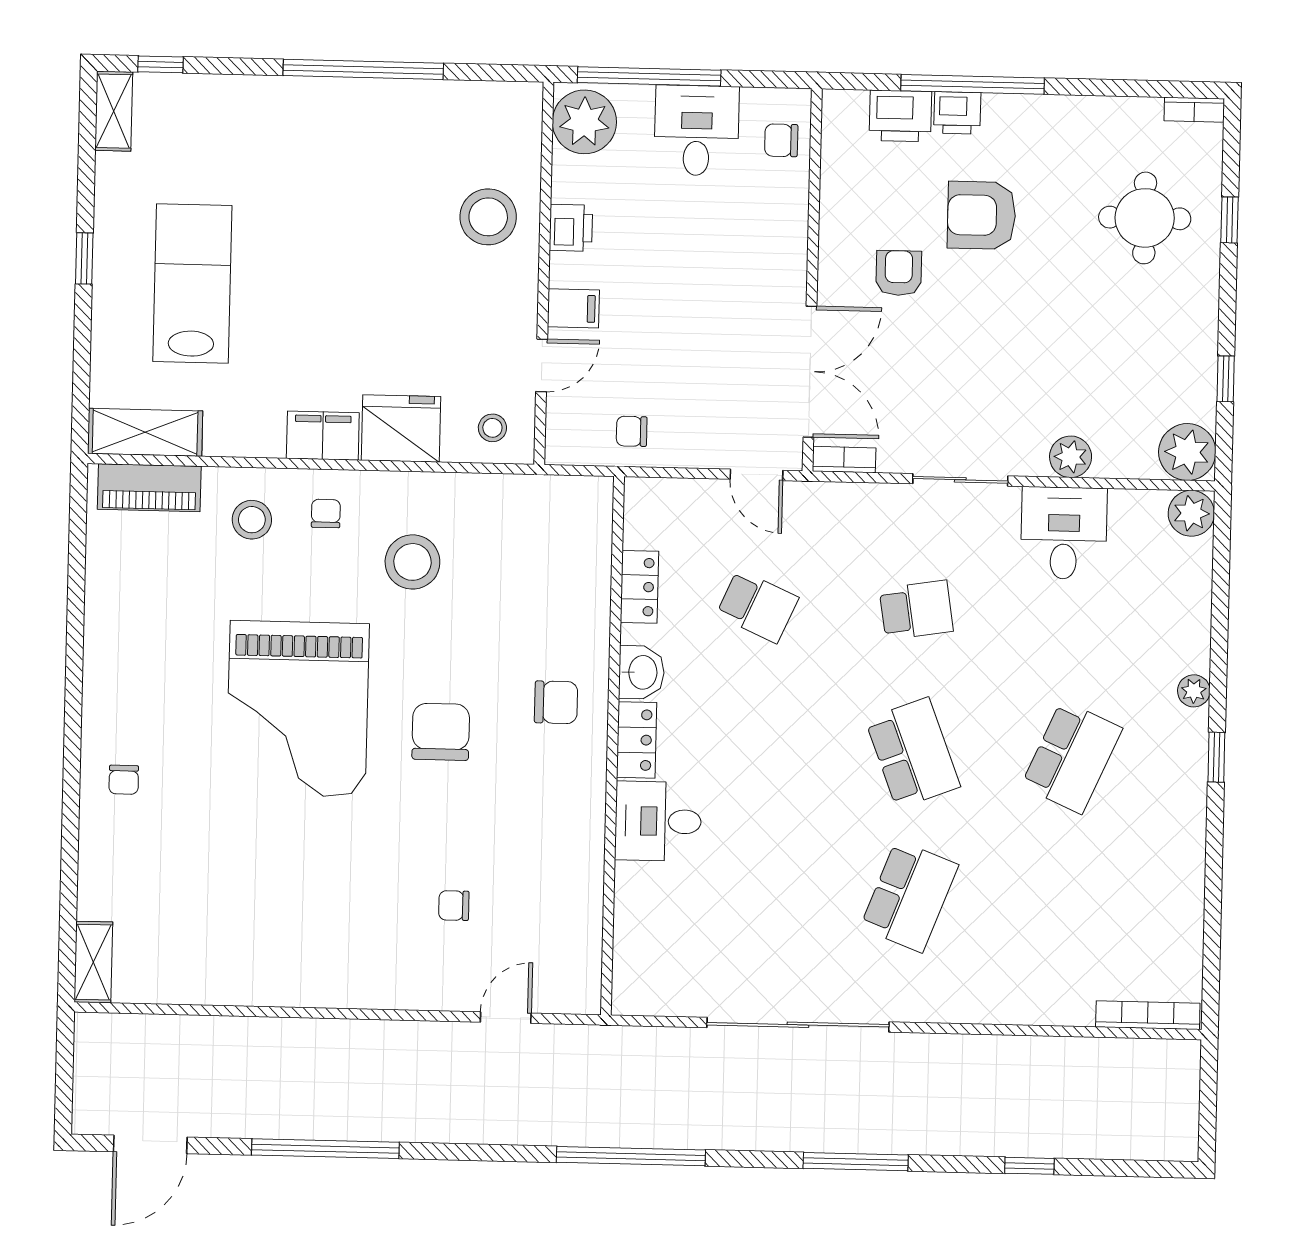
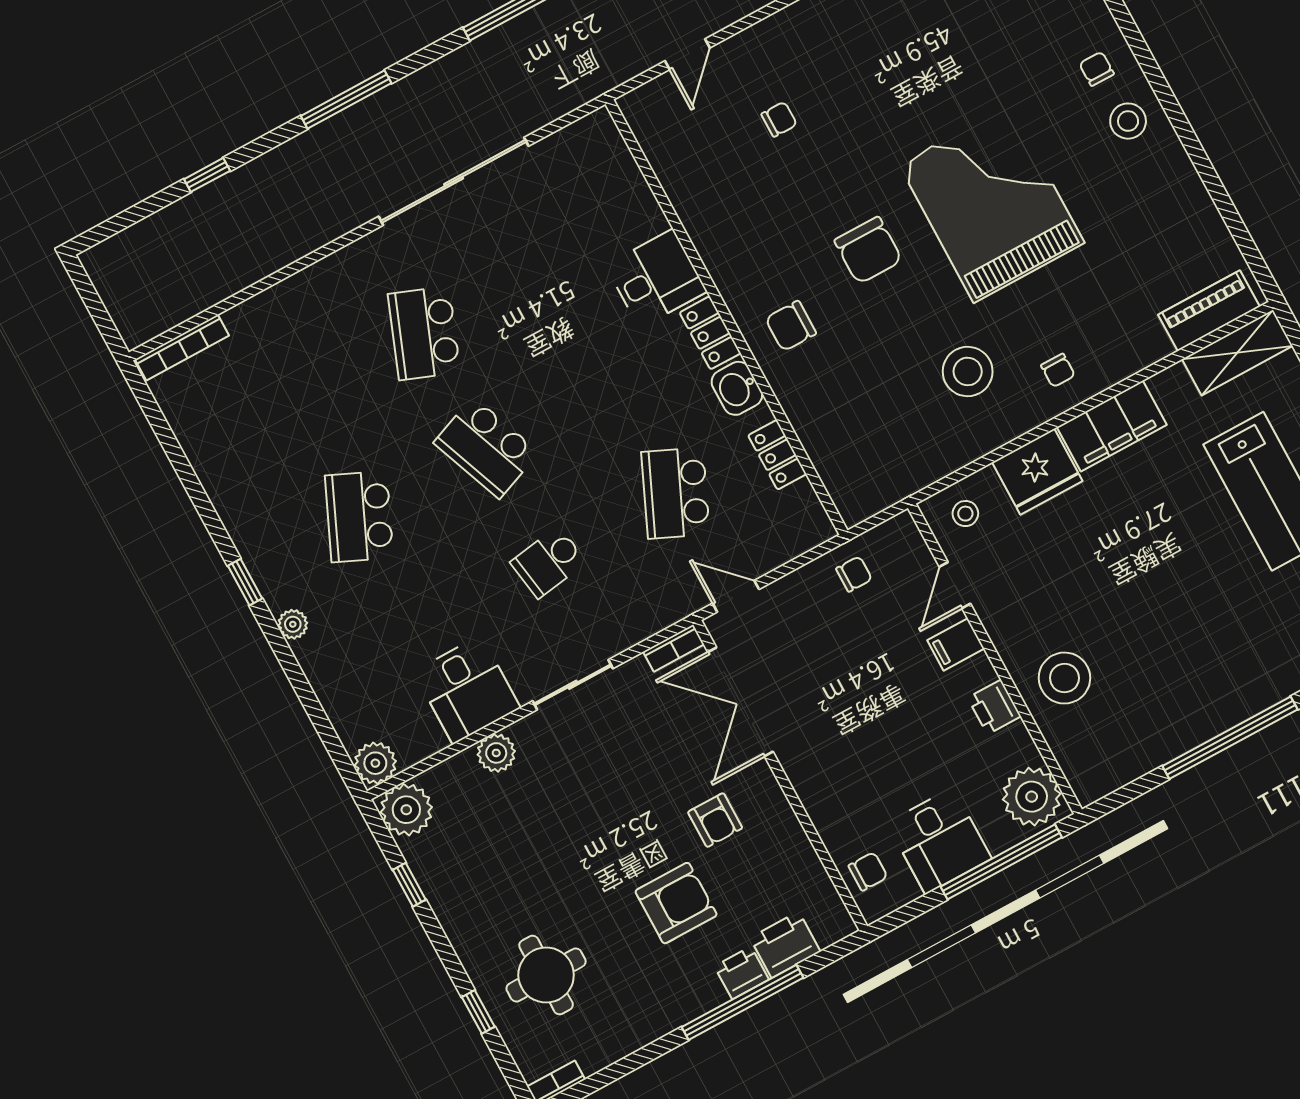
filing cabinet: (323, 436) -> (1112, 426), width x1.50, depth x1.17
stool: (252, 520) -> (1128, 121), moved
school desk: (757, 606) -> (676, 493), width x1.85

